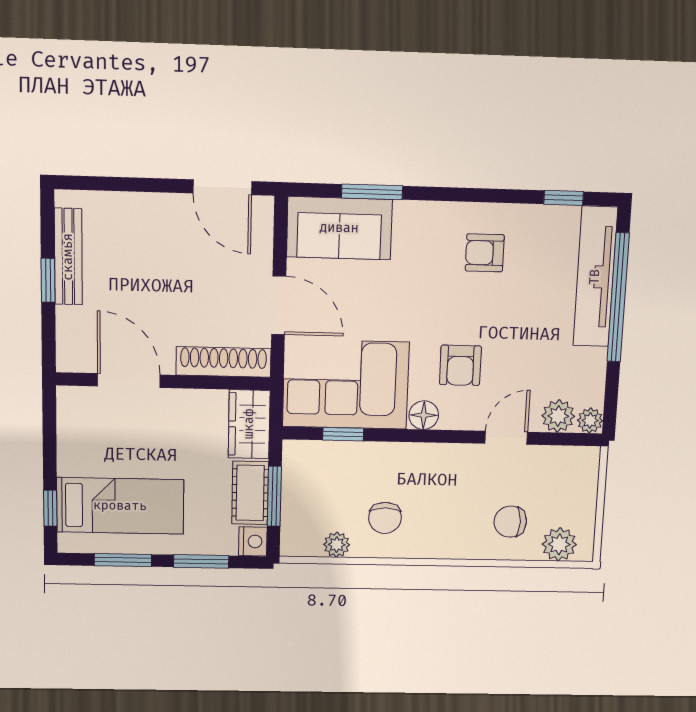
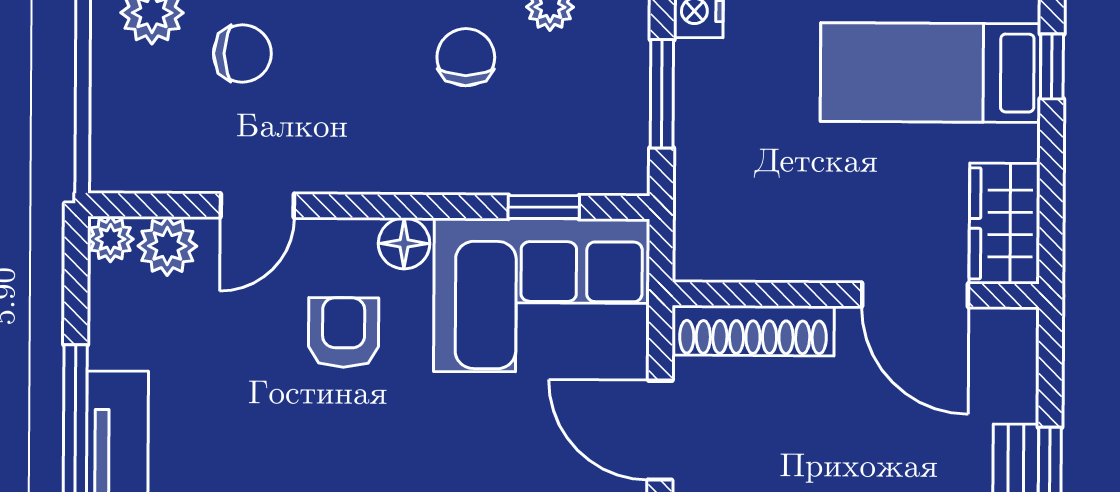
wardrobe: (249, 424) -> (1005, 224), moved, turned 180
cot: (250, 493) -> (704, 99), removed

